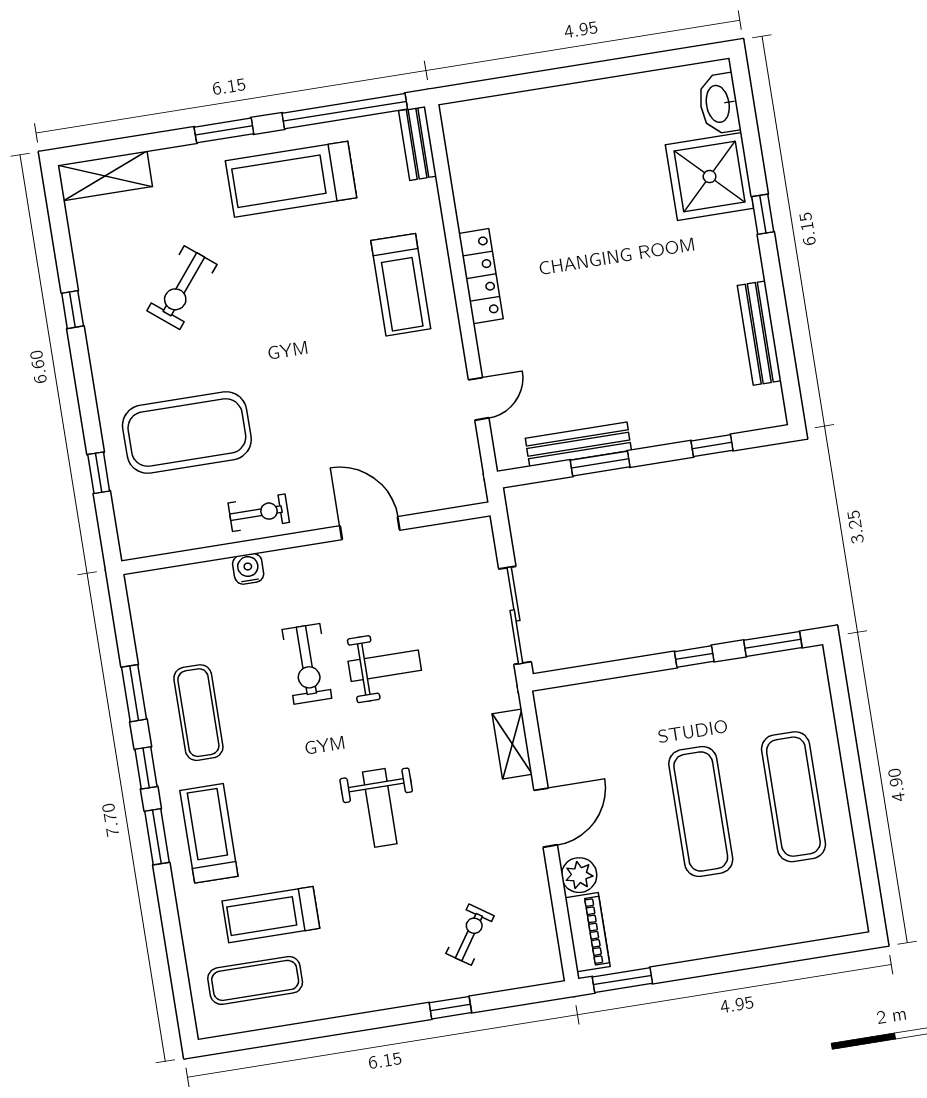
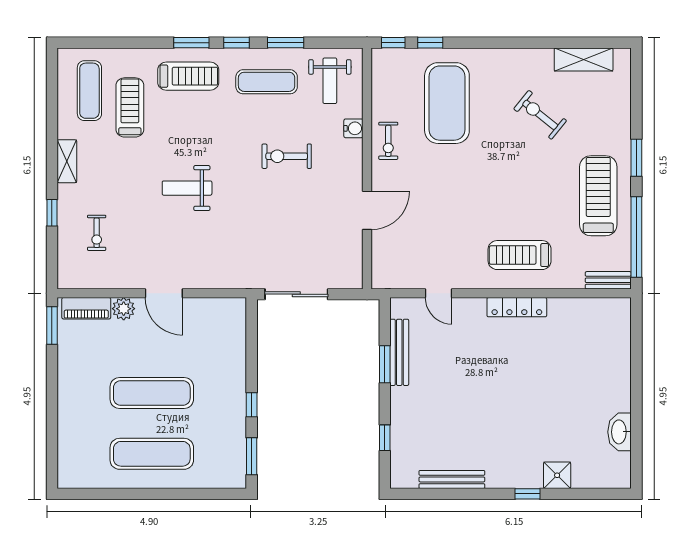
washbasin: (719, 104) -> (620, 432), moved, turned -90
shelving: (105, 176) -> (584, 59), moved, turned 90
shower: (710, 177) -> (557, 475), width x0.54, depth x0.54
window: (73, 310) -> (393, 43), moved
weight bench: (385, 666) -> (330, 81), moved
shelving: (512, 744) -> (67, 161), moved, turned 90
exercise bike: (470, 935) -> (97, 233), turned 56

